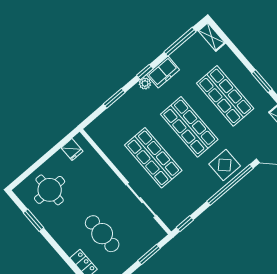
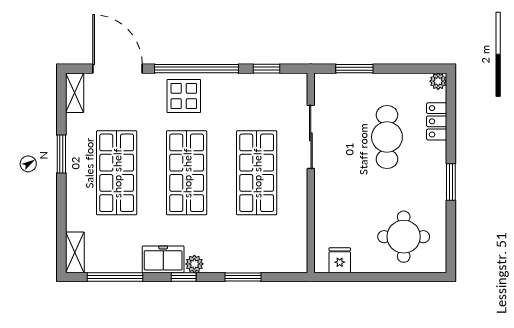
window: (34, 220) -> (451, 182), moved
window: (185, 224) -> (266, 69), moved

